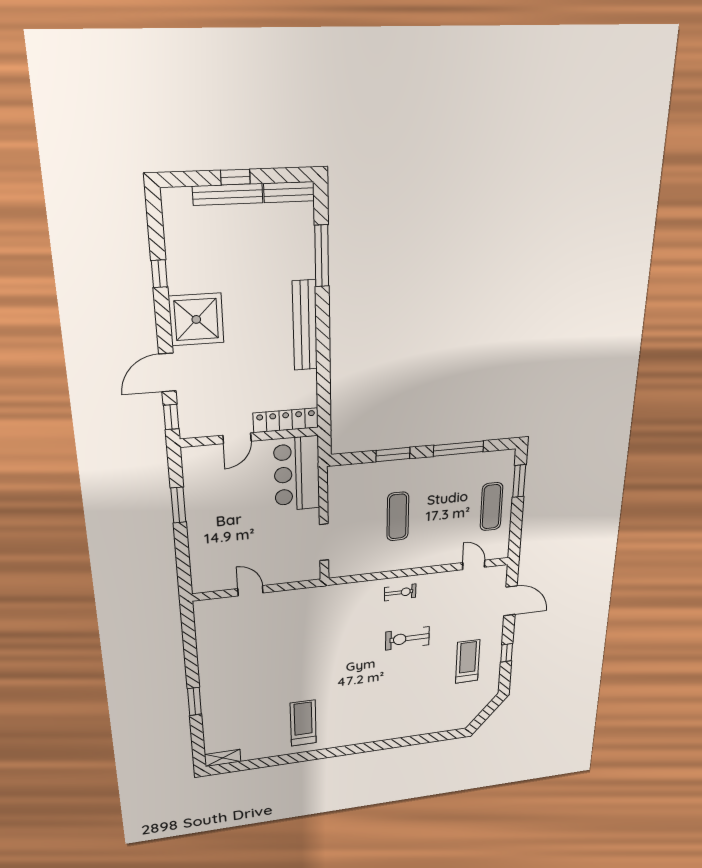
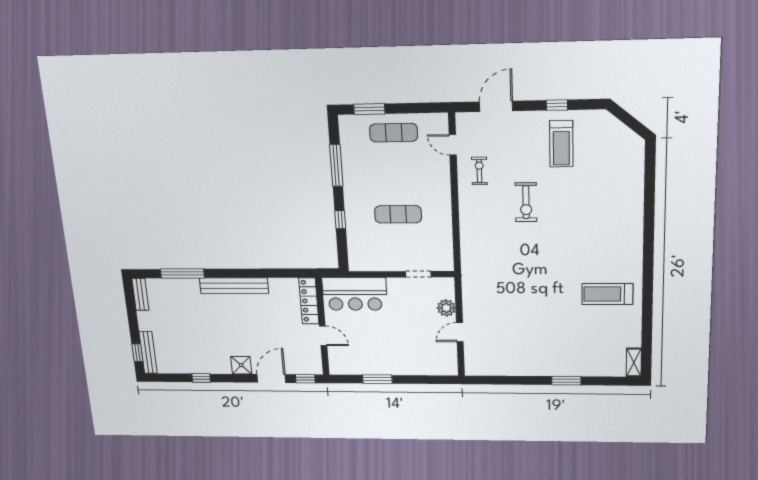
window: (235, 177) -> (137, 353), moved
bench: (228, 194) -> (148, 352), moved
shower: (196, 319) -> (241, 365), width x0.54, depth x0.54
door: (167, 372) -> (271, 378), swing flipped
window: (393, 455) -> (340, 220), width x0.67
doorway: (324, 542) -> (418, 274), width x0.73
door: (474, 565) -> (453, 145), hinge flipped
plant: (282, 574) -> (446, 308), added
exercise bike: (400, 592) -> (479, 171), moved
treadmill: (468, 661) -> (561, 144), turned -90

